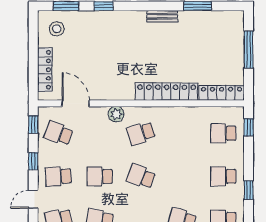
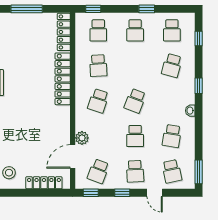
plant: (116, 114) -> (82, 138), moved
school desk: (141, 133) -> (98, 101), turned 36
school desk: (182, 133) -> (98, 66), added

